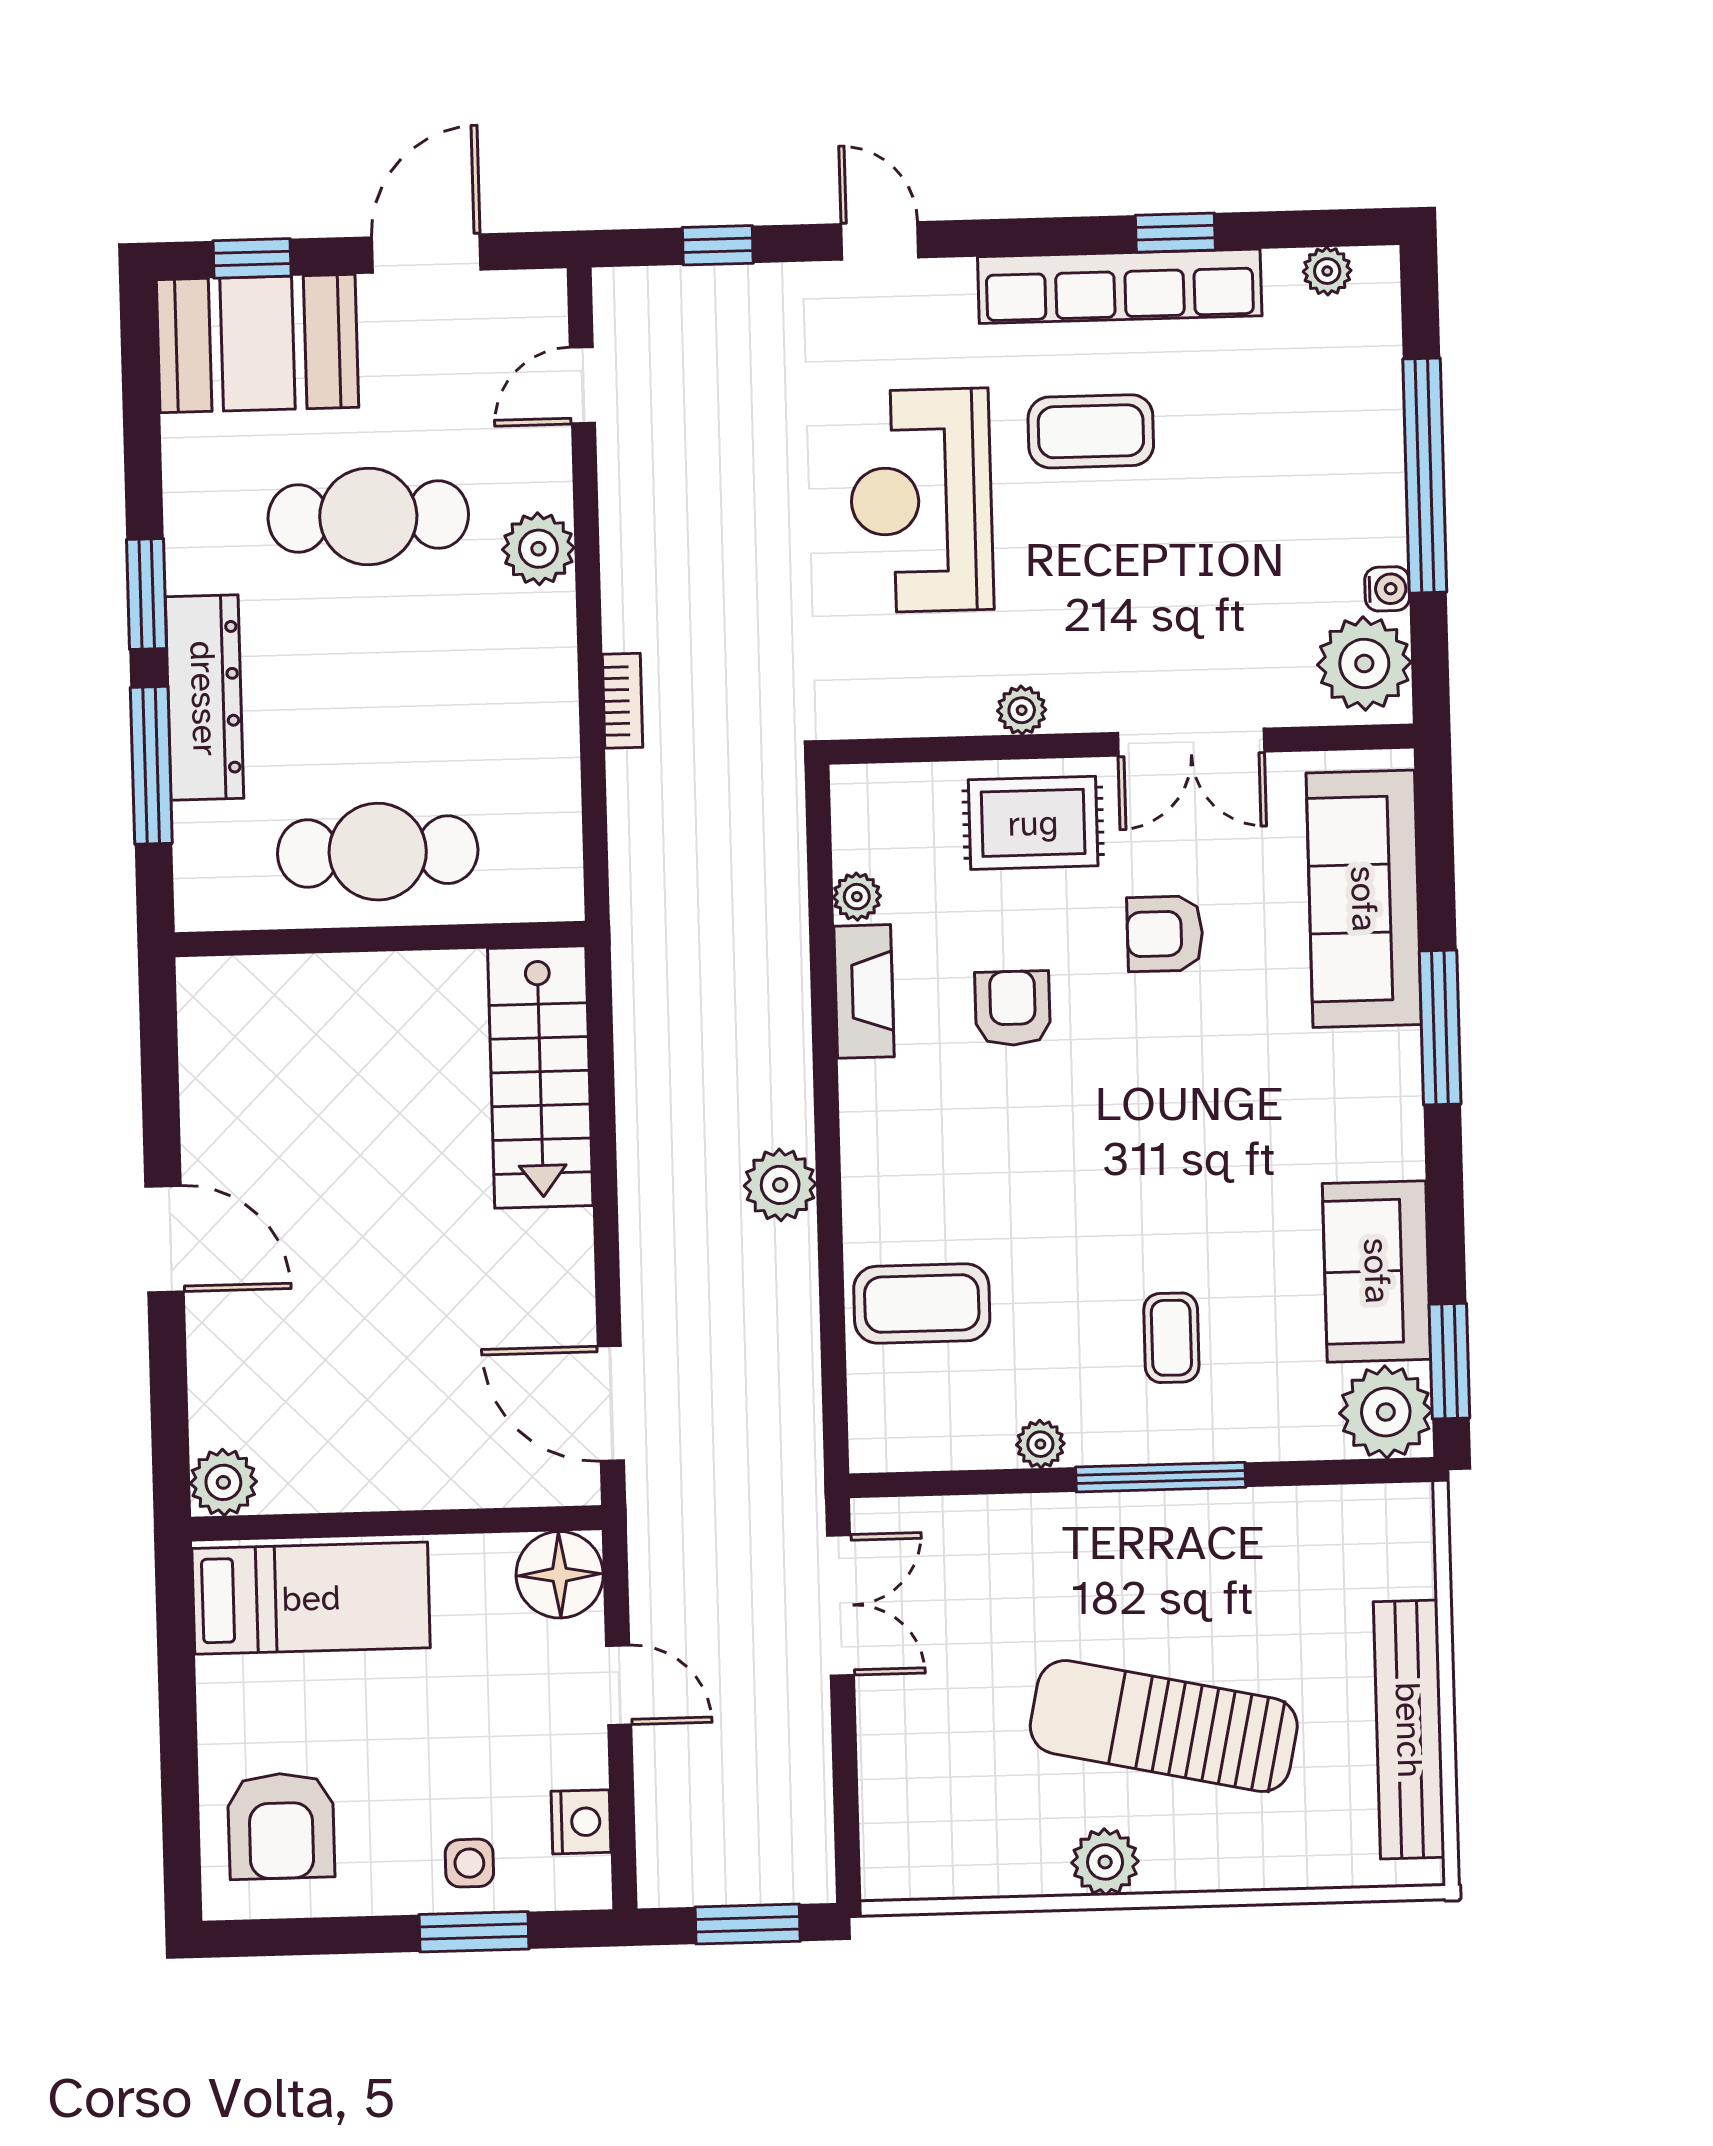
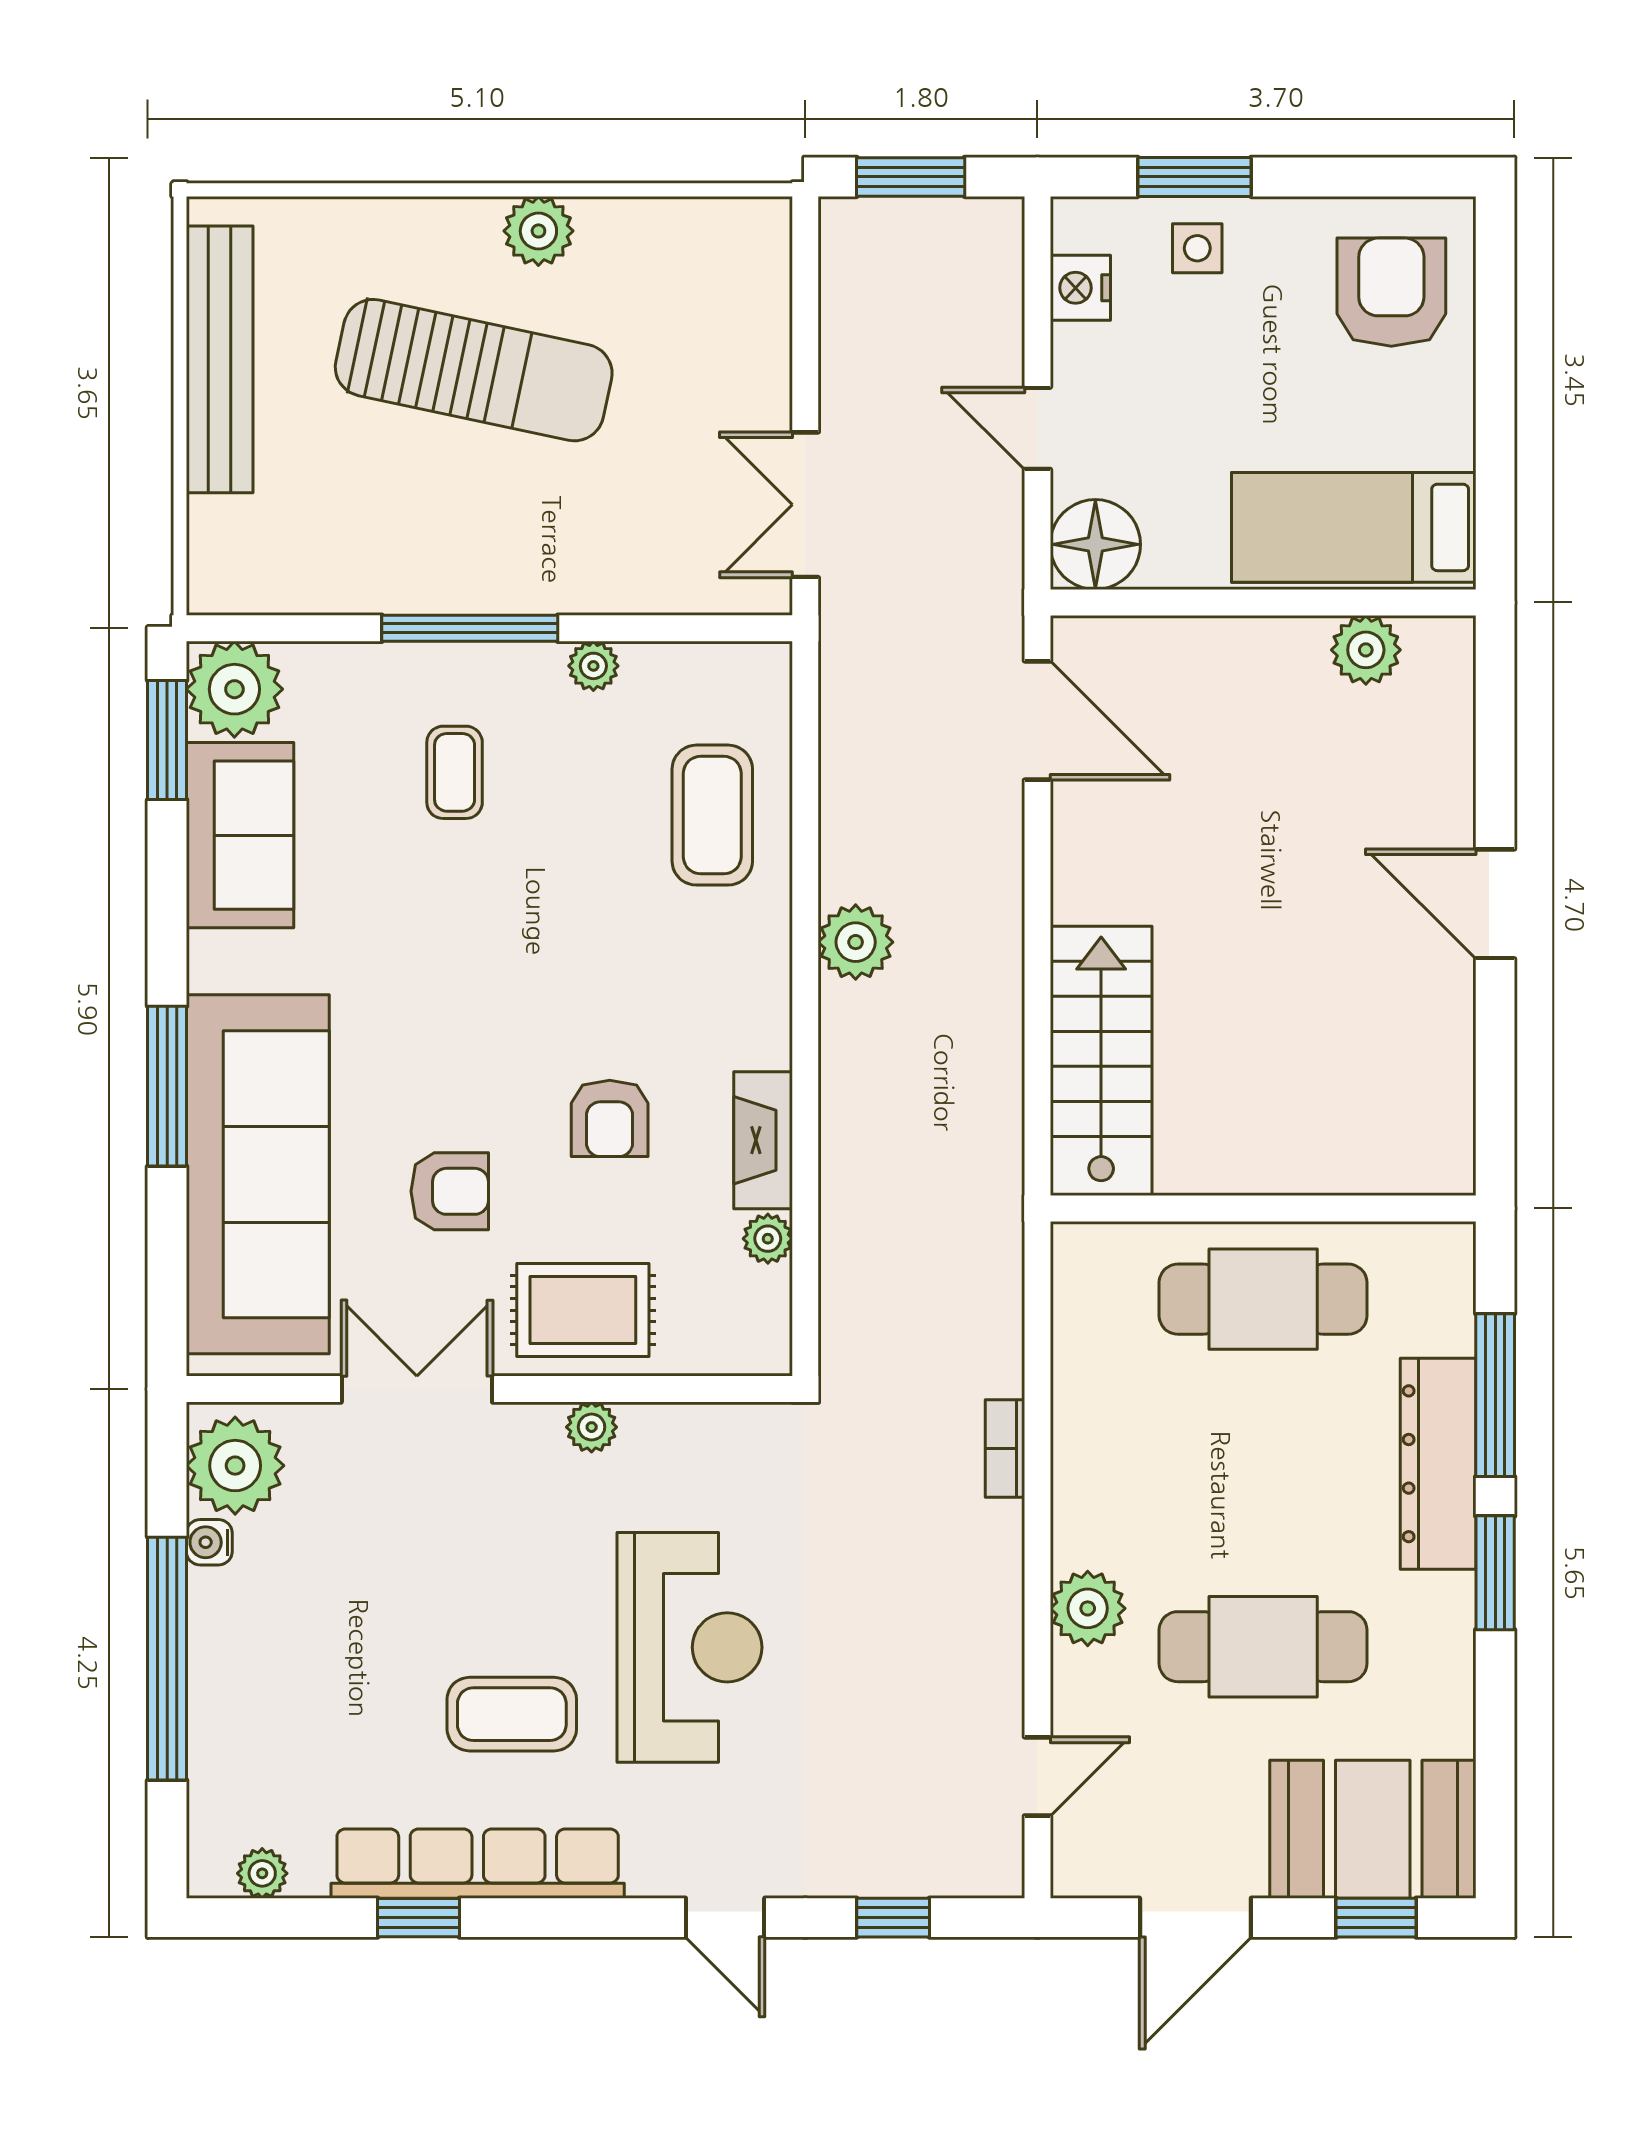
sofa: (1364, 899) -> (258, 1174), width x1.36, depth x1.27
coffee table: (922, 1304) -> (712, 815), turned 90
plant: (223, 1482) -> (1366, 650), moved

